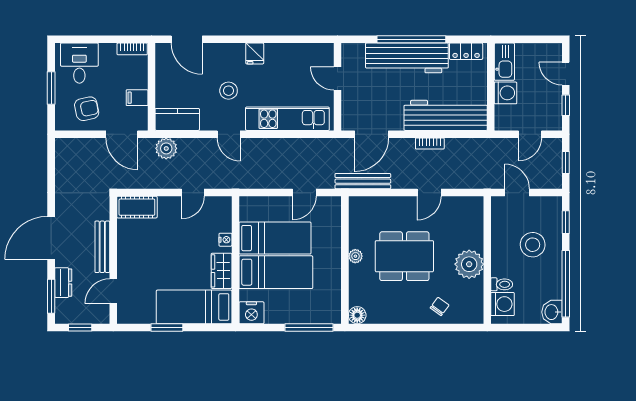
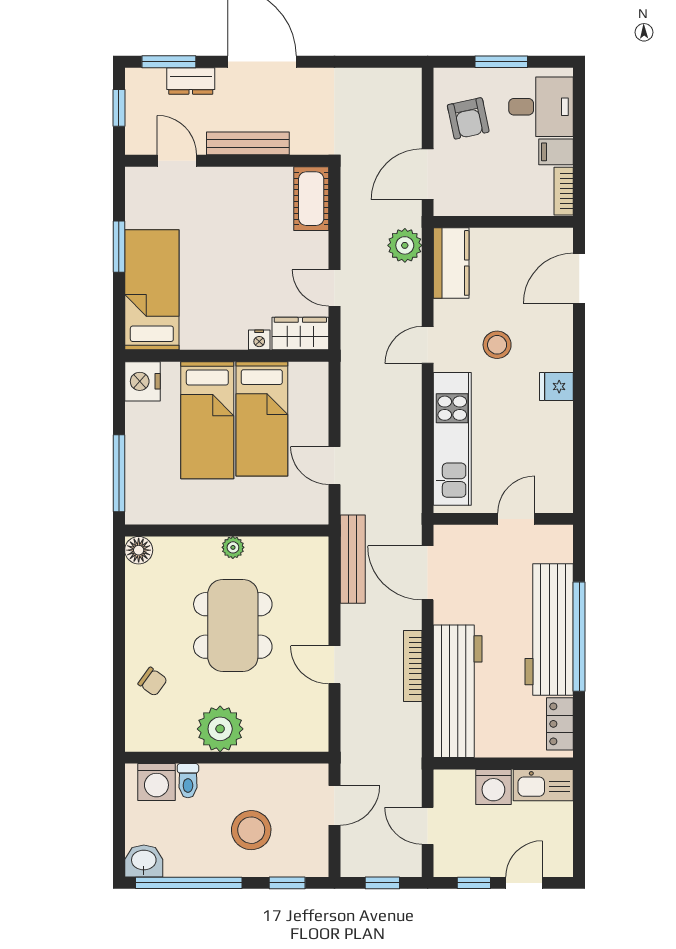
filing cabinet: (137, 98) -> (556, 152), moved, turned -90
bookcase: (430, 144) -> (413, 666), width x1.56
wardrobe: (222, 271) -> (300, 334), moved

